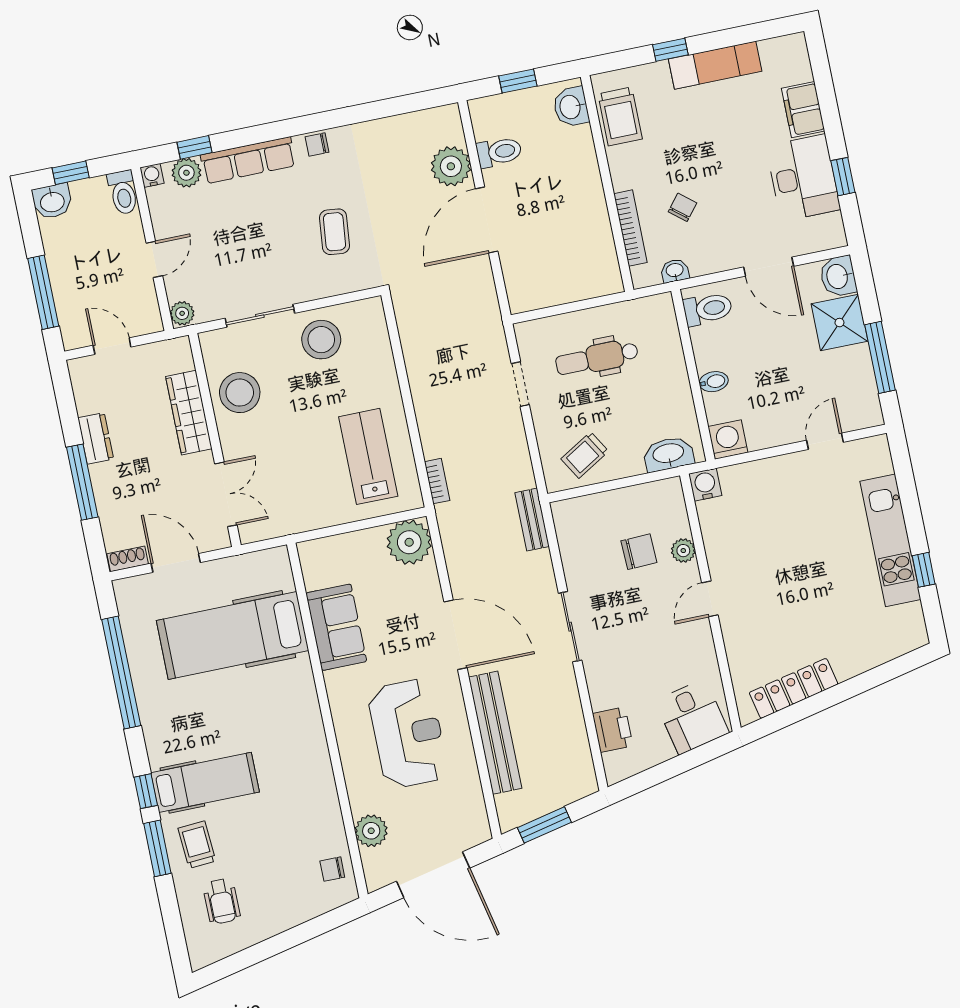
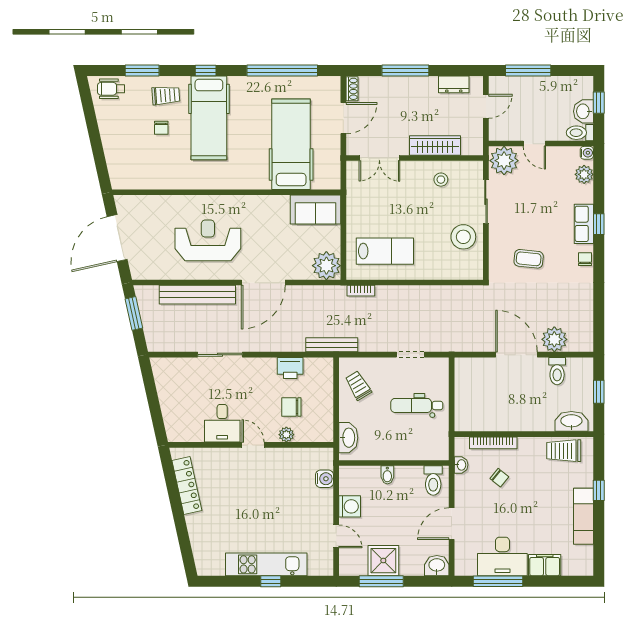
washbasin: (571, 107) -> (571, 421), width x1.38
window: (194, 147) -> (599, 224), moved
row of seats: (248, 160) -> (584, 224), width x0.68
window: (843, 177) -> (498, 581), width x2.17
washbasin: (52, 201) -> (583, 111), moved
plant: (182, 313) -> (504, 161), width x1.88, depth x1.88
shower: (839, 323) -> (383, 561), moved
dental chair: (597, 358) -> (417, 405), turned -90
stool: (240, 393) -> (441, 180), width x0.53, depth x0.53
dresser: (96, 438) -> (454, 84), moved
washing machine: (728, 440) -> (350, 506), moved
water cooler: (705, 485) -> (324, 479), moved
bench: (532, 520) -> (332, 345), width x1.36
chair: (639, 552) -> (291, 407), turned 92
window: (924, 570) -> (271, 581), moved
sofa: (336, 627) -> (315, 210), moved
sliding door: (570, 627) -> (220, 355), moved
desk: (692, 717) -> (222, 423), moved, turned -78
printer: (613, 730) -> (290, 368), moved
reception desk: (408, 734) -> (208, 240), turned 180
hospital bed: (205, 782) -> (209, 118), width x1.37, depth x1.29
plant: (371, 831) -> (152, 205), removed
window: (157, 848) -> (142, 70), moved
chair: (332, 869) -> (161, 128), moved, turned 180
wheelchair: (222, 901) -> (111, 89), moved

